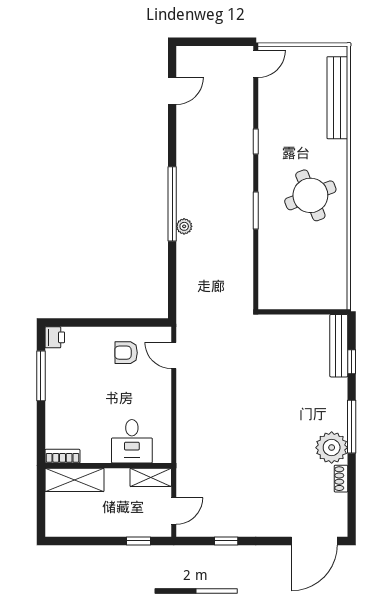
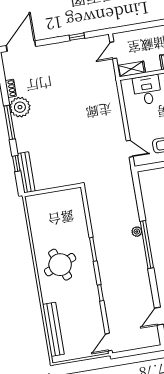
window: (138, 541) -> (132, 27), removed

